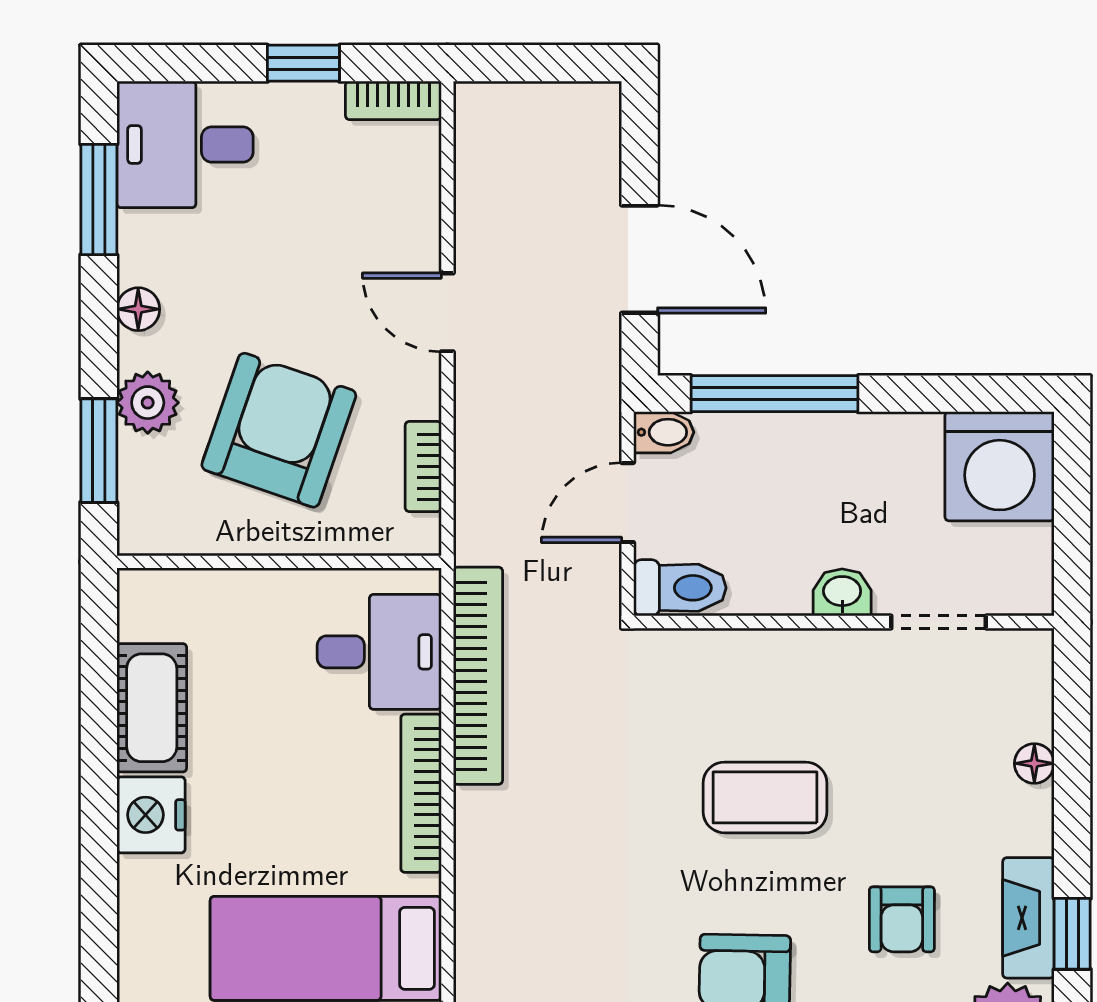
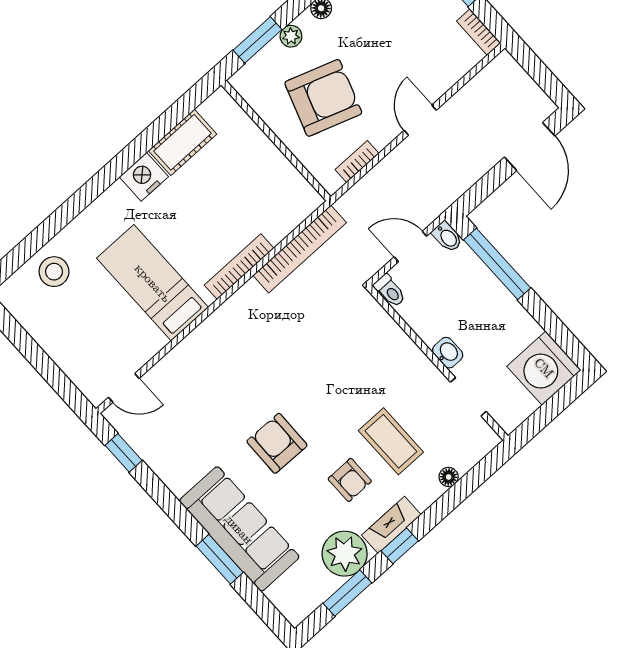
door: (640, 259) -> (530, 147), moved
plant: (148, 403) -> (291, 36), width x0.73, depth x0.73
toilet: (680, 588) -> (390, 291), width x0.73, depth x0.72
desk: (379, 652) -> (276, 206), removed
coffee table: (765, 797) -> (391, 441), moved
armchair: (902, 919) -> (350, 480), turned -90

